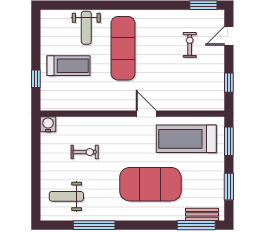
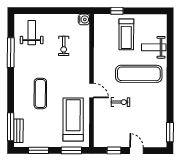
door: (229, 36) -> (137, 151), moved
exercise bike: (190, 45) -> (120, 102), moved
door: (146, 114) -> (91, 91), hinge flipped
exercise mat: (150, 184) -> (40, 94), width x0.50, depth x0.69

